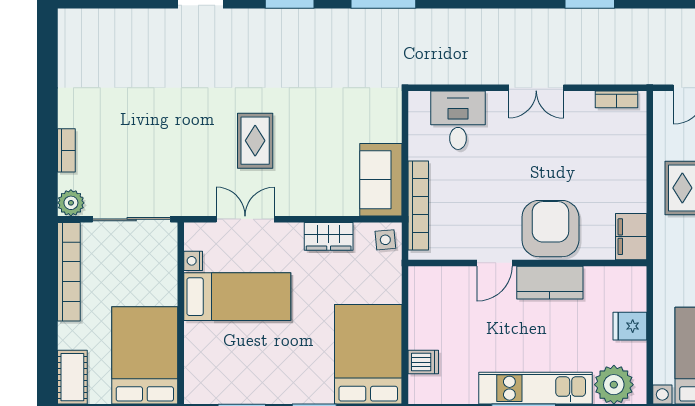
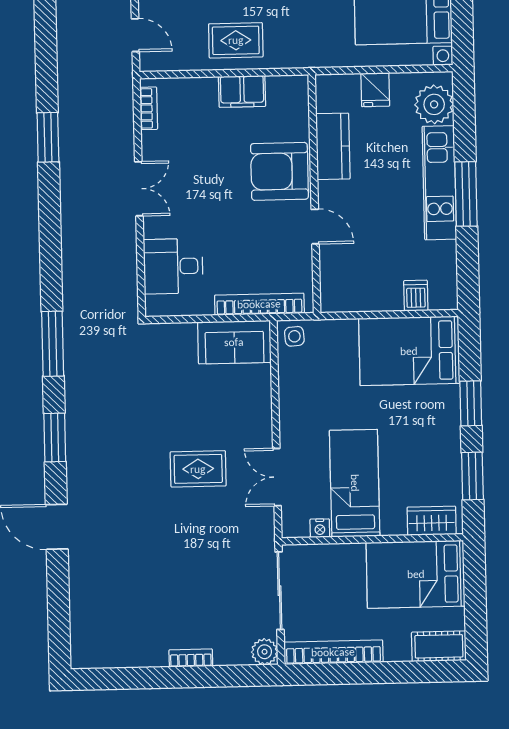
bookcase: (66, 150) -> (191, 658), moved
wardrobe: (329, 236) -> (432, 521), moved, turned -90
filing cabinet: (631, 237) -> (242, 91), moved
kitchen counter: (550, 283) -> (333, 146), moved

